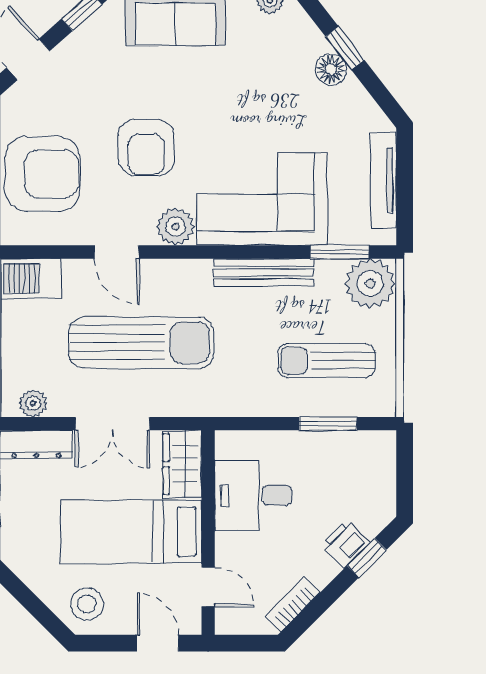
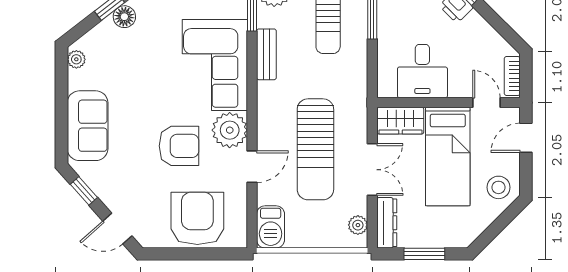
plant: (176, 227) -> (230, 130), width x1.36, depth x1.36
bench: (264, 272) -> (266, 54), width x0.73
sun lounger: (141, 343) -> (315, 149), turned 180
door: (208, 587) -> (487, 103), hinge flipped
bookcase: (292, 605) -> (512, 76), moved, turned 45

